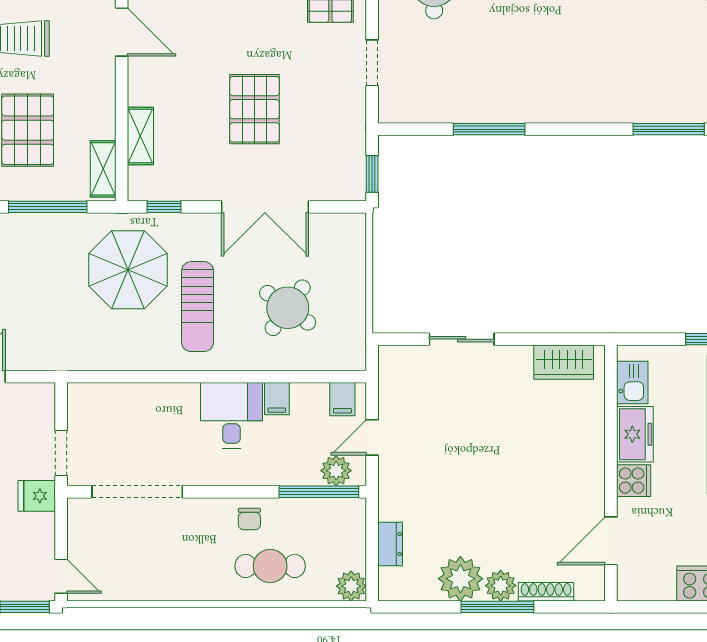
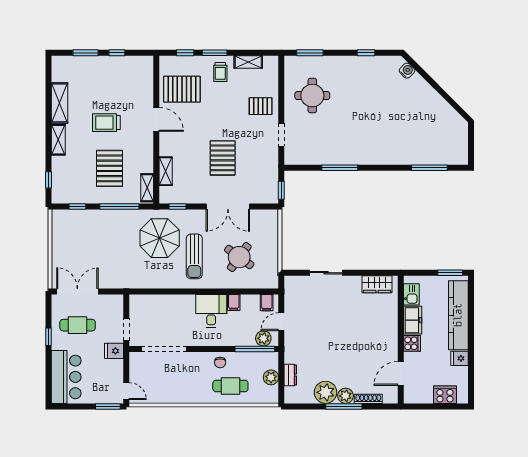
plant: (351, 586) -> (271, 377), moved

